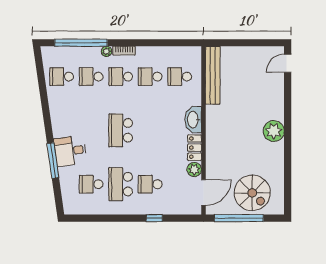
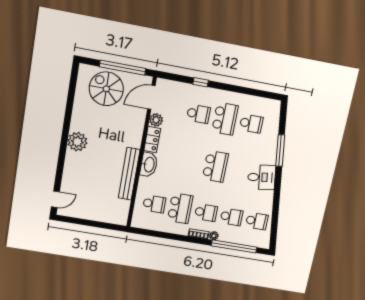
bench: (213, 75) -> (129, 174), moved
school desk: (150, 77) -> (180, 208), width x1.85
desk: (70, 151) -> (262, 177), moved

